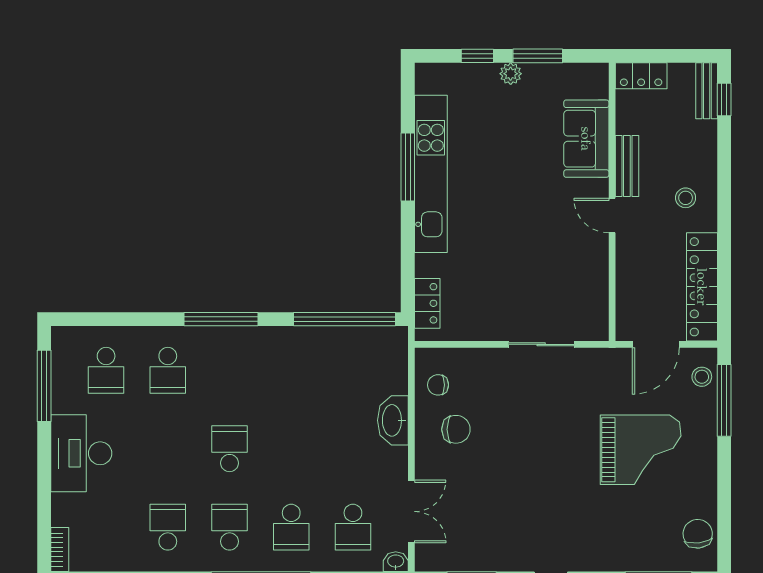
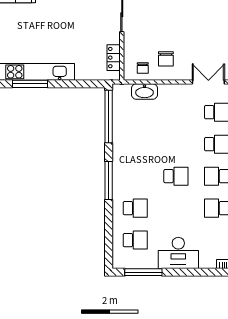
locker: (427, 303) -> (114, 58), moved, turned -90
washbasin: (393, 420) -> (145, 91), moved
chair: (456, 429) -> (166, 59), turned 180
school desk: (229, 449) -> (176, 176), turned 180

